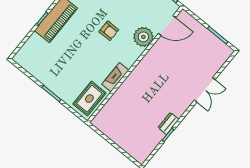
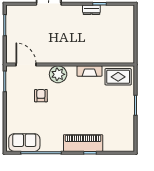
armchair: (109, 31) -> (41, 96), moved
plant: (143, 37) -> (58, 74), moved

